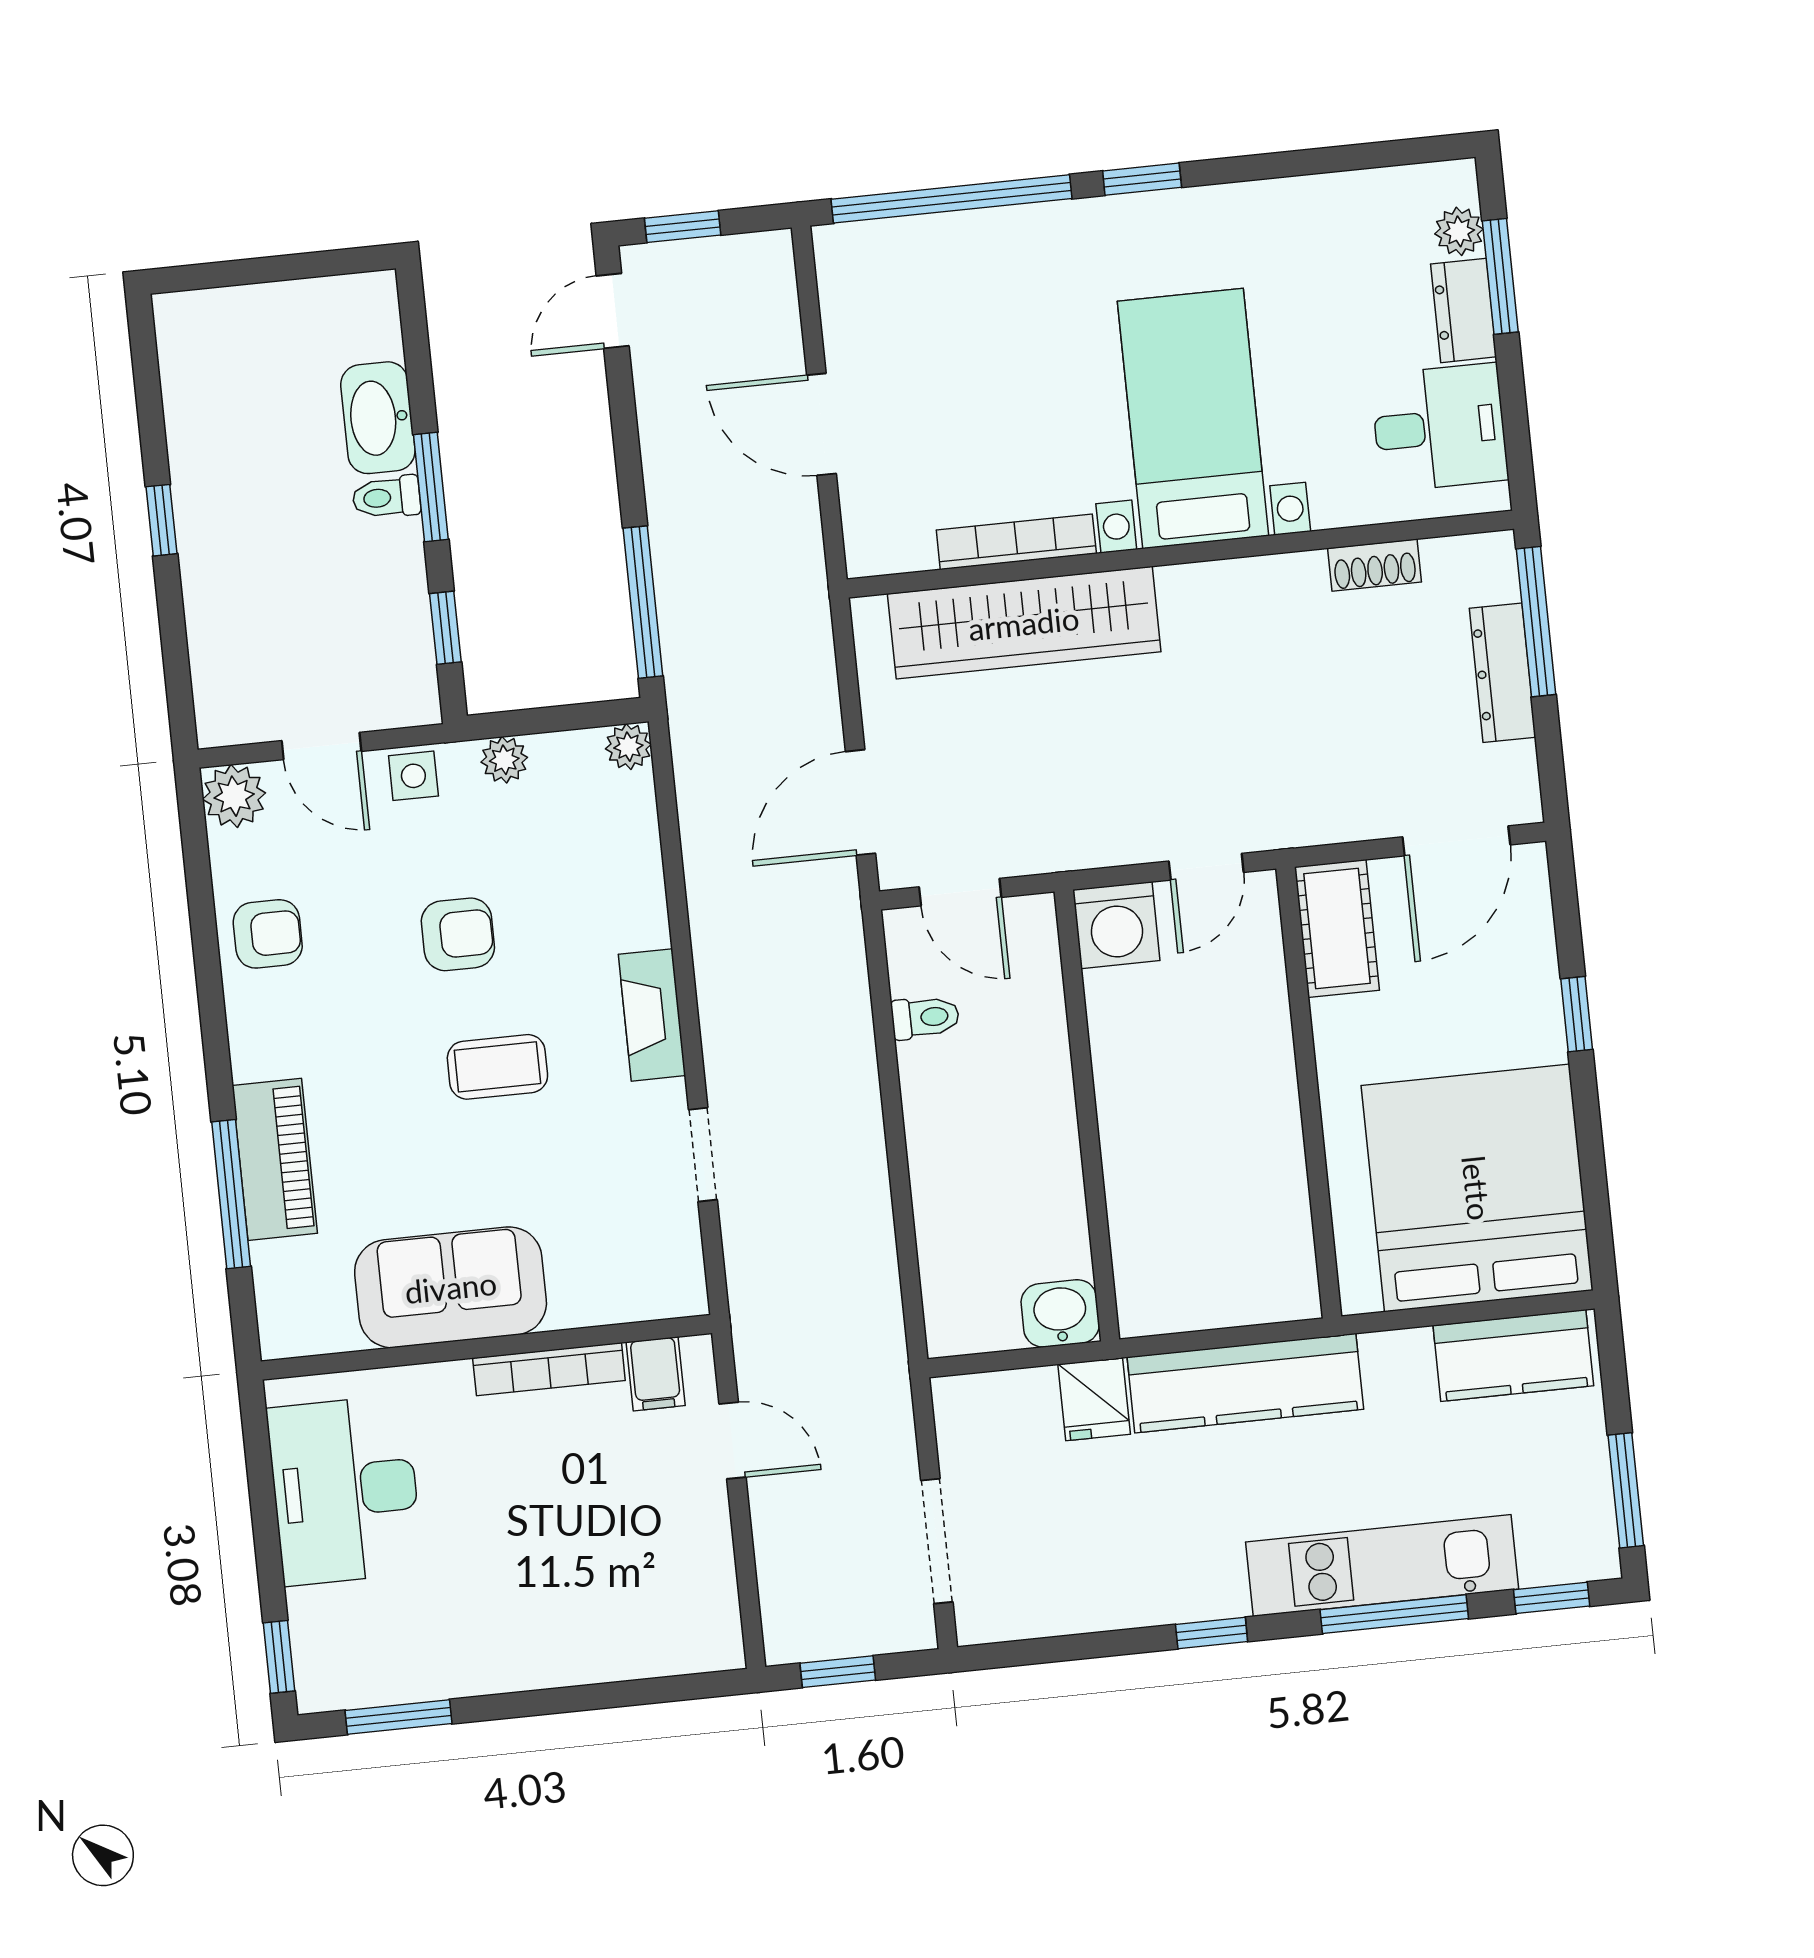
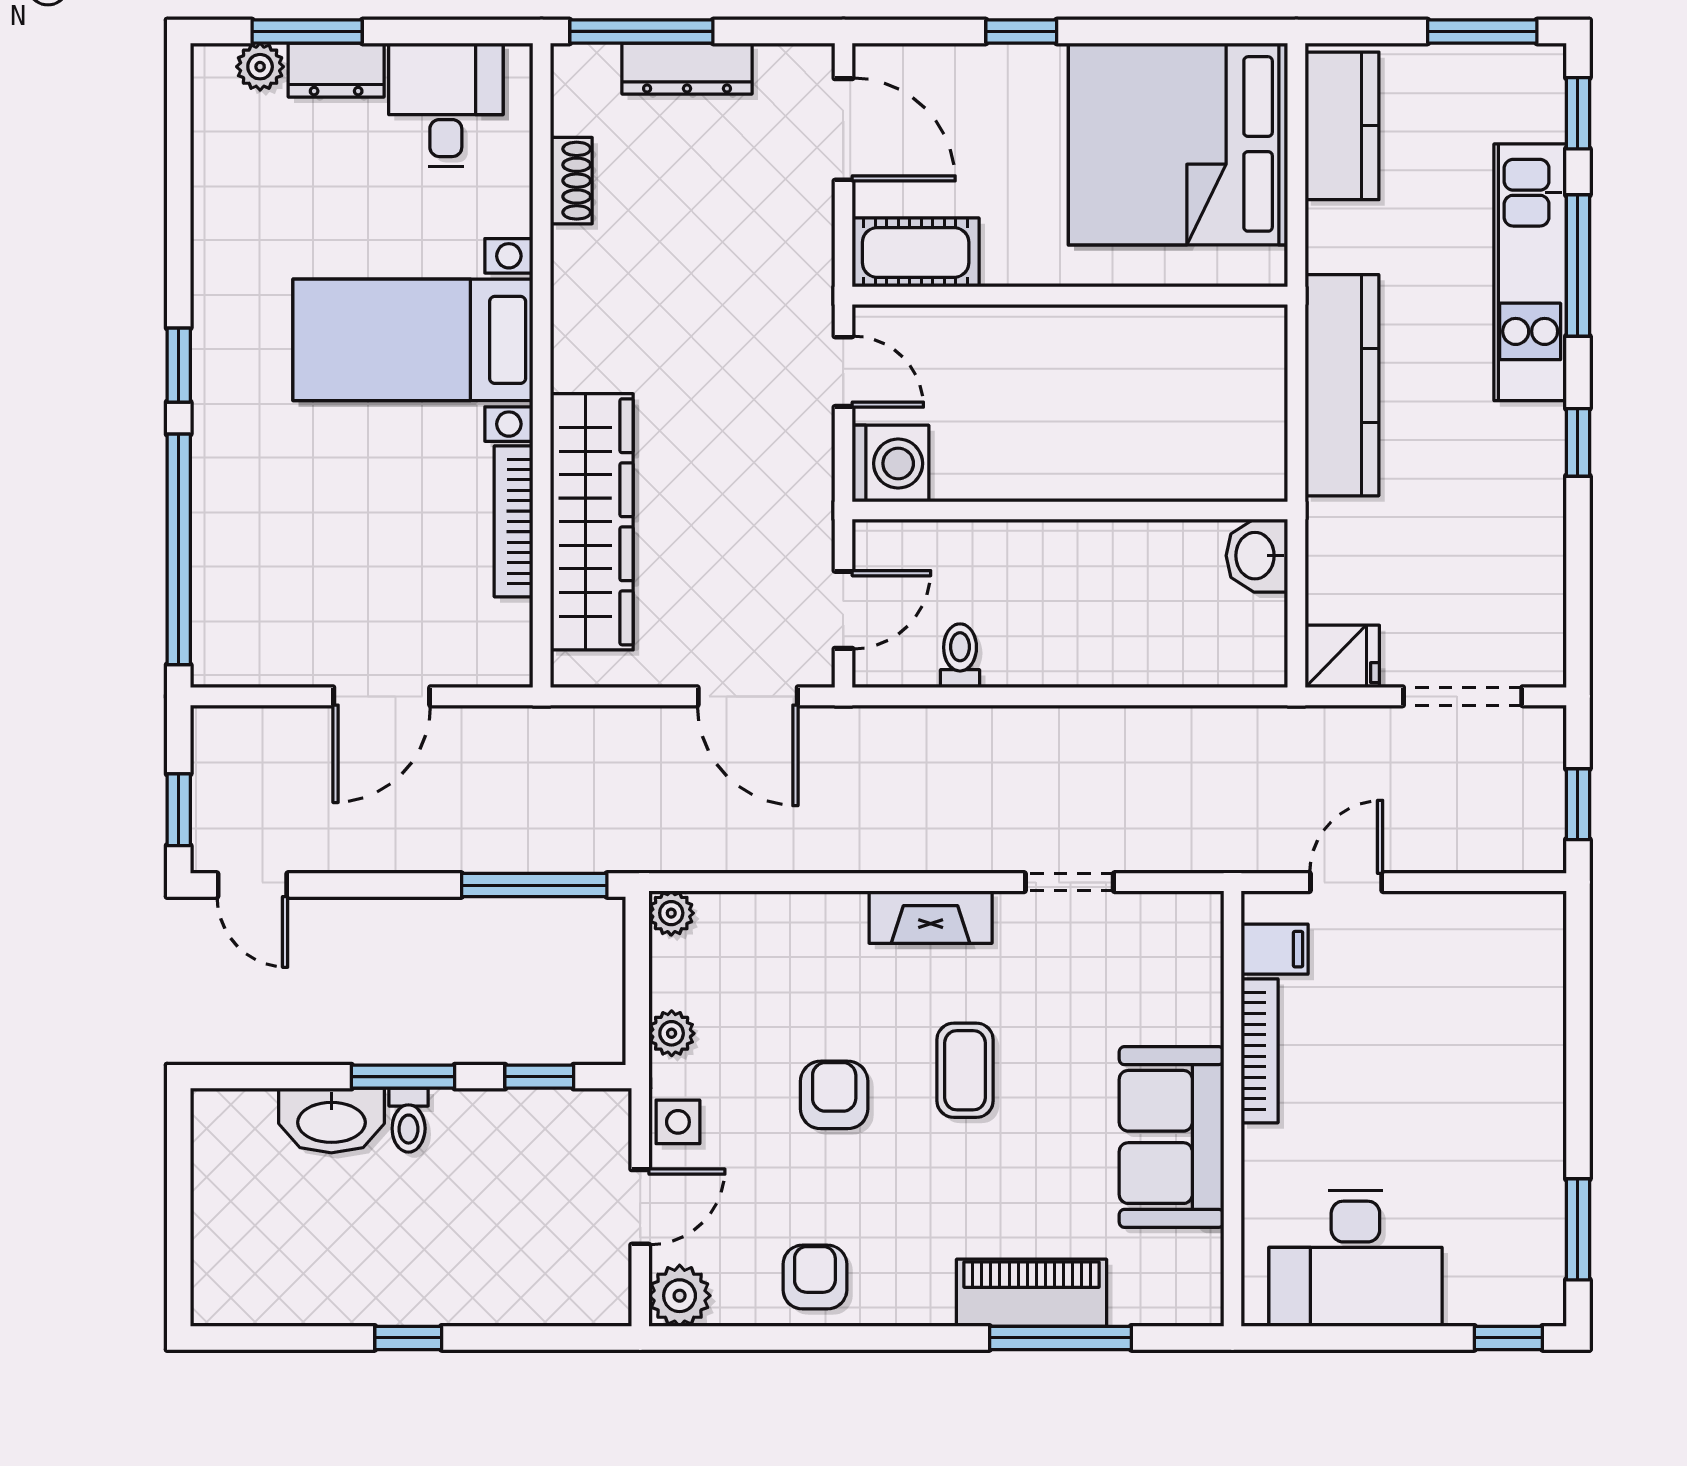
fridge: (1094, 1399) -> (1342, 656), moved

